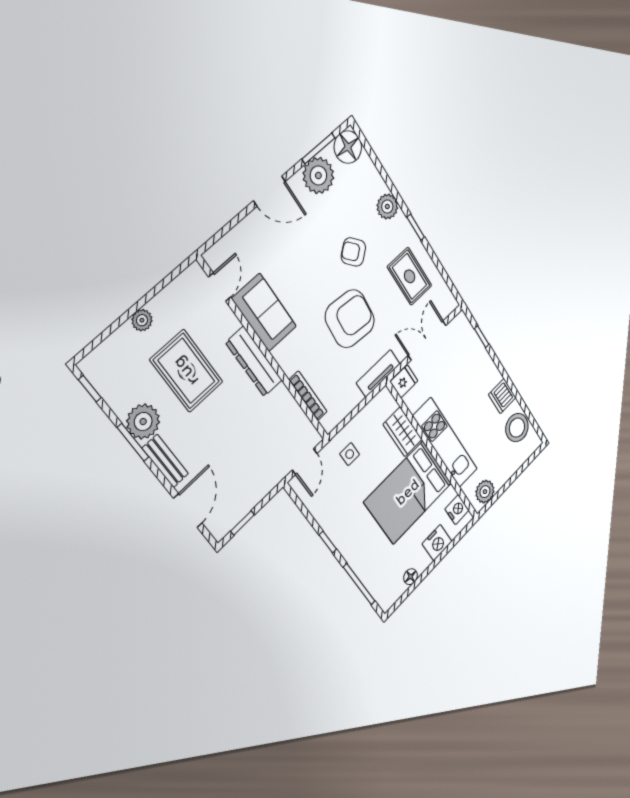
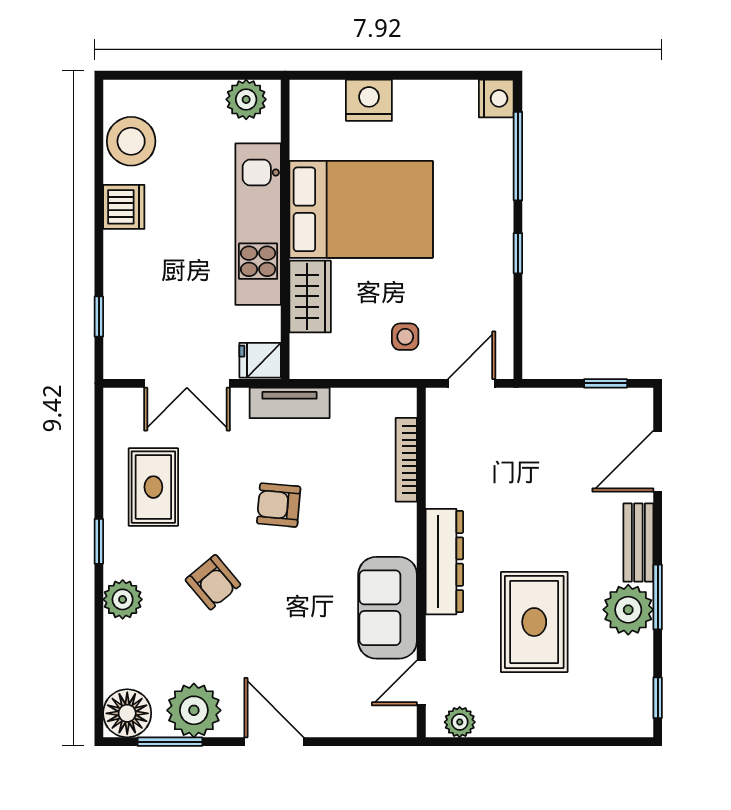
armchair: (350, 319) -> (279, 505), width x0.53, depth x0.53
plant: (142, 320) -> (460, 722), moved
nightstand: (457, 510) -> (496, 98), moved, turned 180
floor lamp: (411, 577) -> (441, 93), removed

